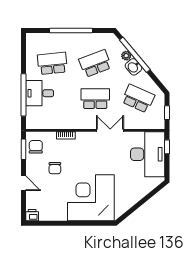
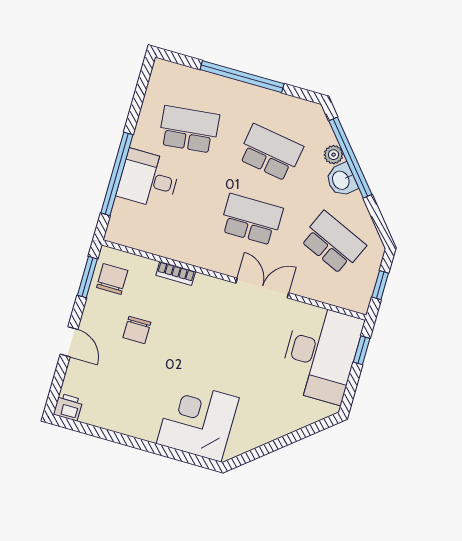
school desk: (95, 63) -> (270, 153), turned 30
corner desk: (91, 198) -> (198, 421), width x0.74, depth x0.74

